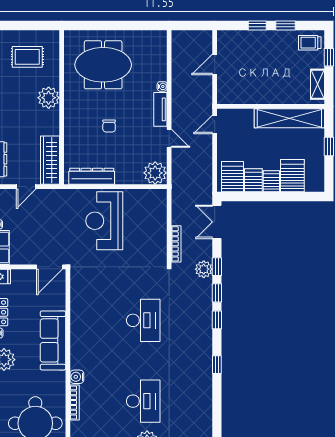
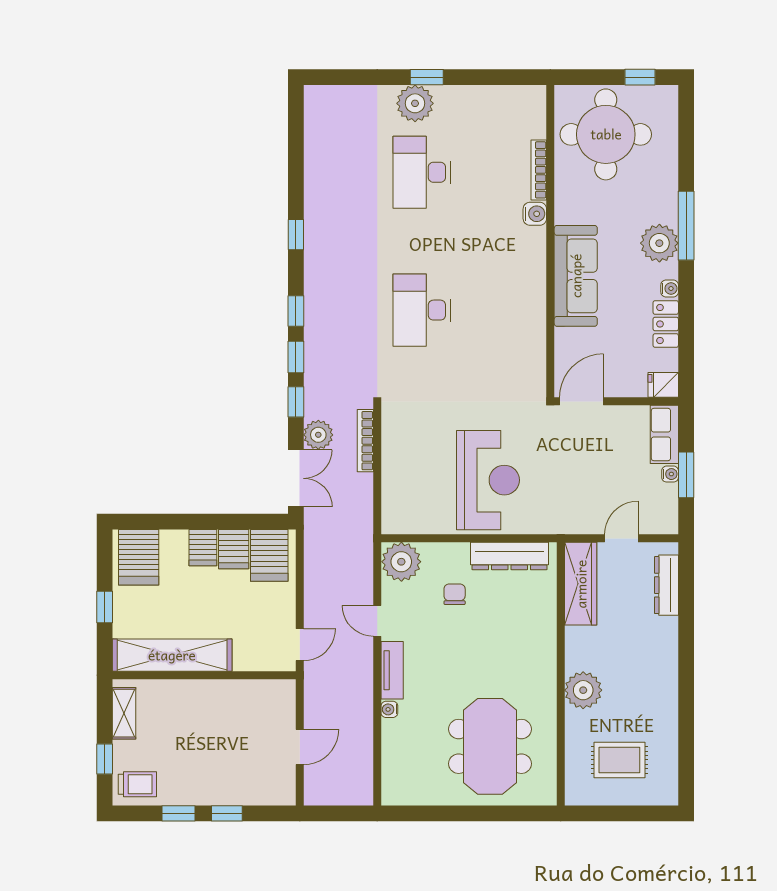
meeting table: (103, 65) -> (490, 746), turned 90
chair: (109, 126) -> (455, 594), moved
server rack: (292, 176) -> (139, 557), moved
plant: (204, 269) -> (318, 435), moved

